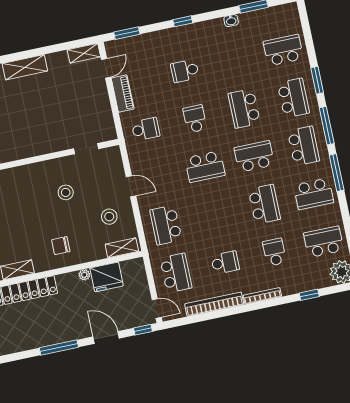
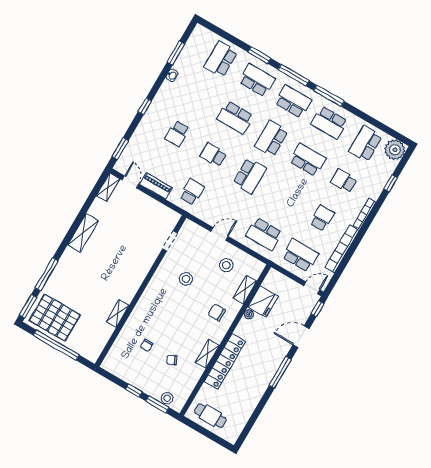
school desk: (314, 194) -> (329, 123), turned 90
chair: (61, 246) -> (217, 313), turned 90
shelving: (122, 248) -> (245, 290), moved

